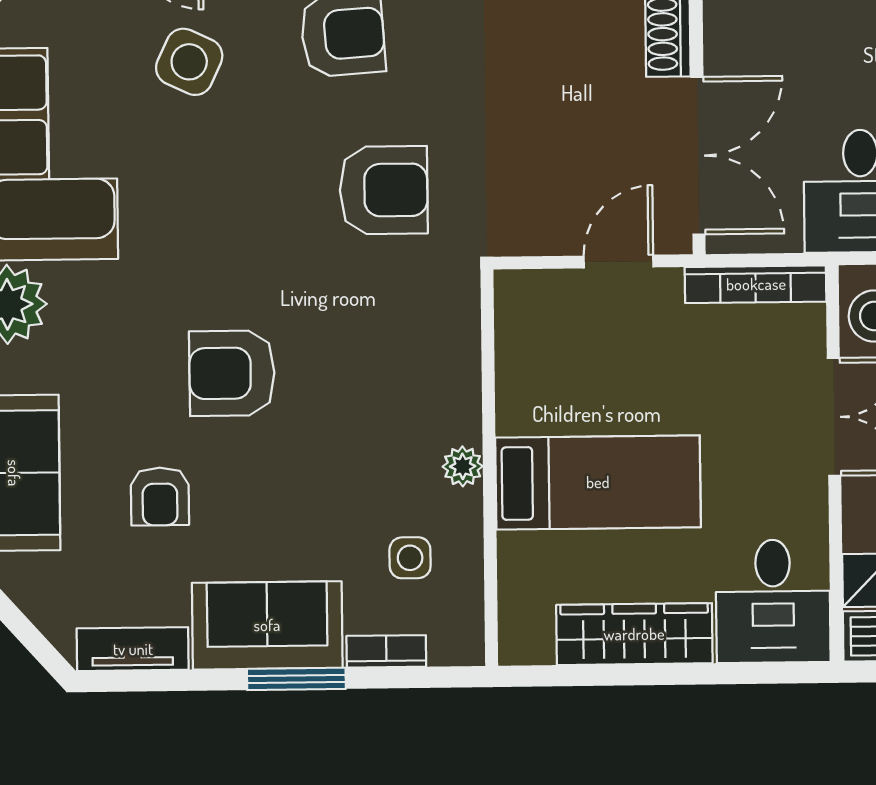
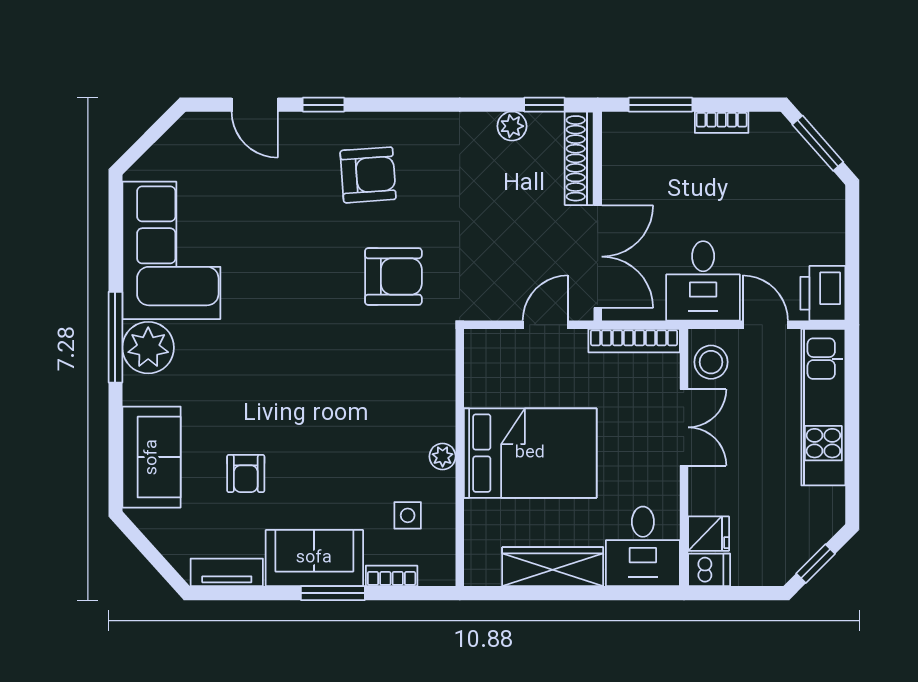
side table: (189, 62) -> (268, 192), removed
armchair: (232, 373) -> (293, 394), removed
bed: (598, 482) -> (530, 453), width x1.50

